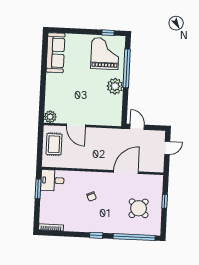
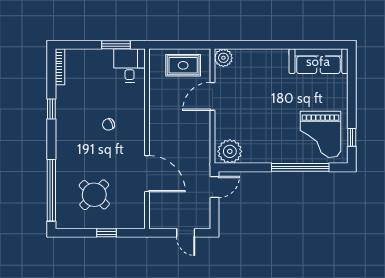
grand piano: (105, 54) -> (320, 134), turned 90
plant: (115, 86) -> (230, 151), moved
window: (96, 235) -> (51, 109), moved

